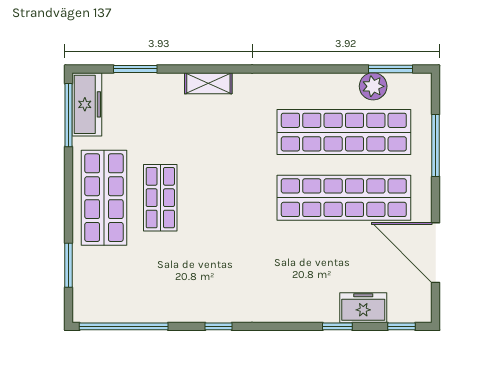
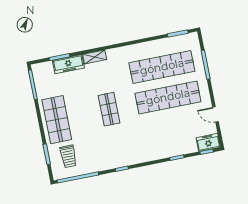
plant: (373, 86) -> (171, 43), removed
freezer: (87, 104) -> (68, 64), moved, turned 90
shop shelf: (160, 198) -> (109, 109), moved
door: (436, 253) -> (216, 114), width x0.53
trolley: (113, 279) -> (68, 156), added
freezer: (363, 308) -> (208, 142), moved

